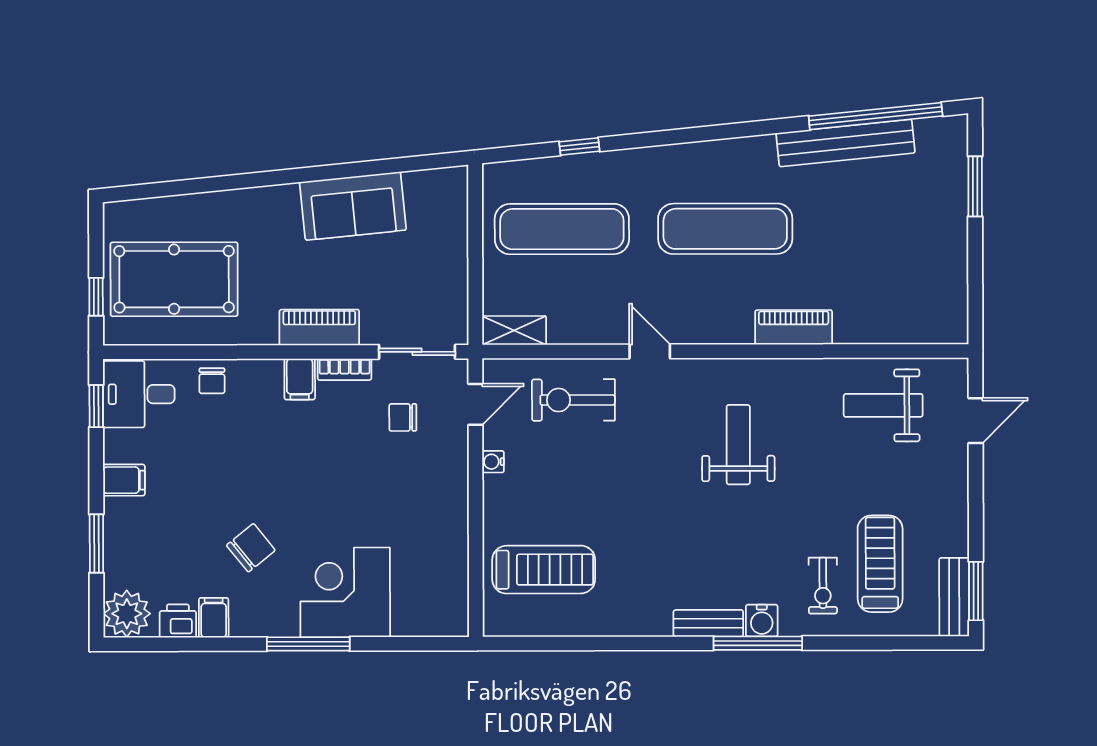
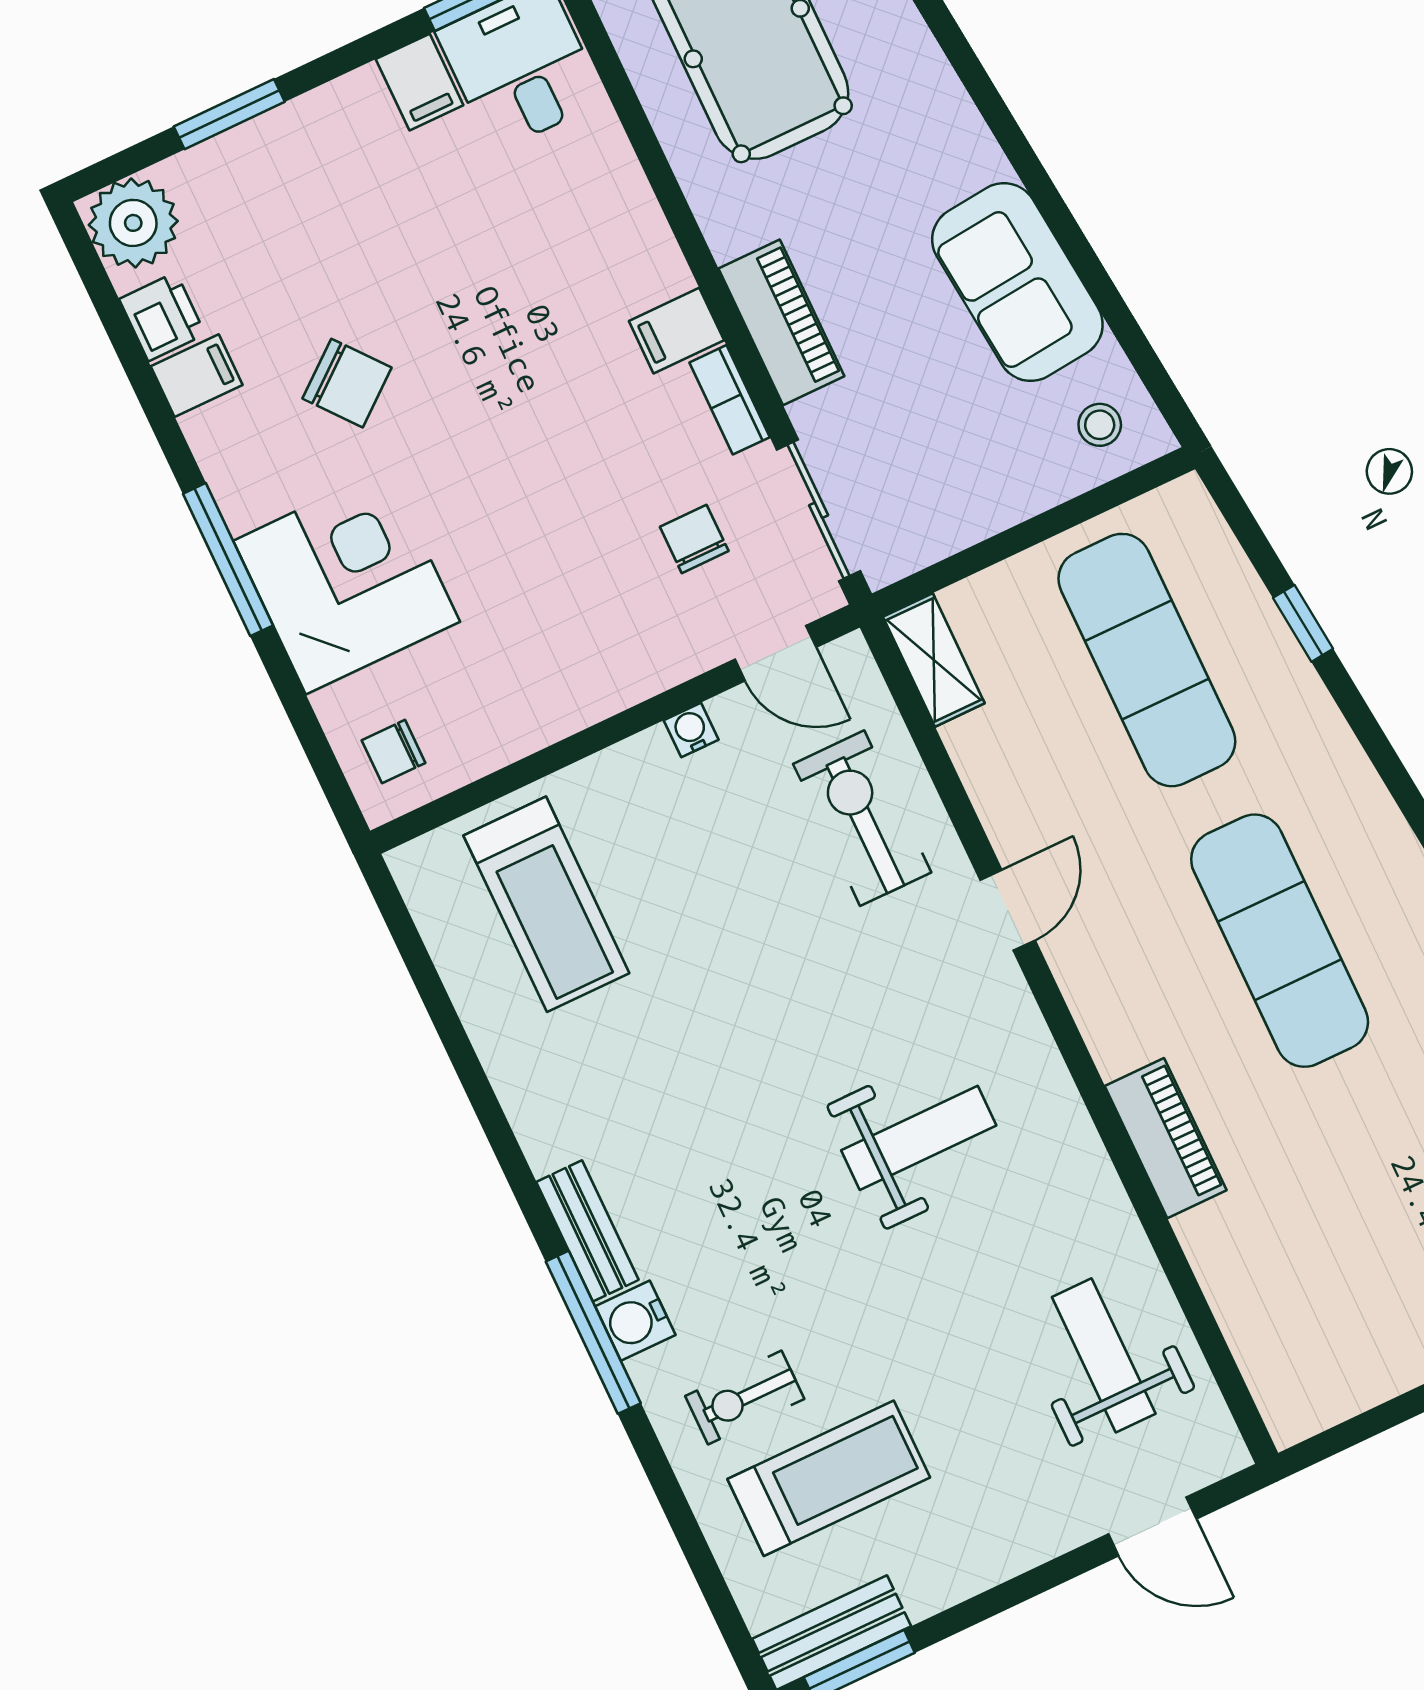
stool: (439, 199) -> (1100, 425), added
chair: (212, 381) -> (394, 752), moved
filing cabinet: (124, 480) -> (420, 82), moved

